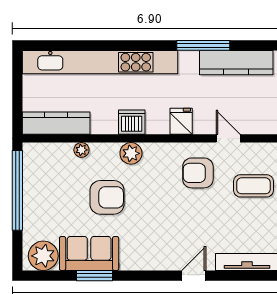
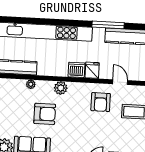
dishwasher: (132, 122) -> (76, 70), moved
armchair: (198, 173) -> (101, 102), turned -90

